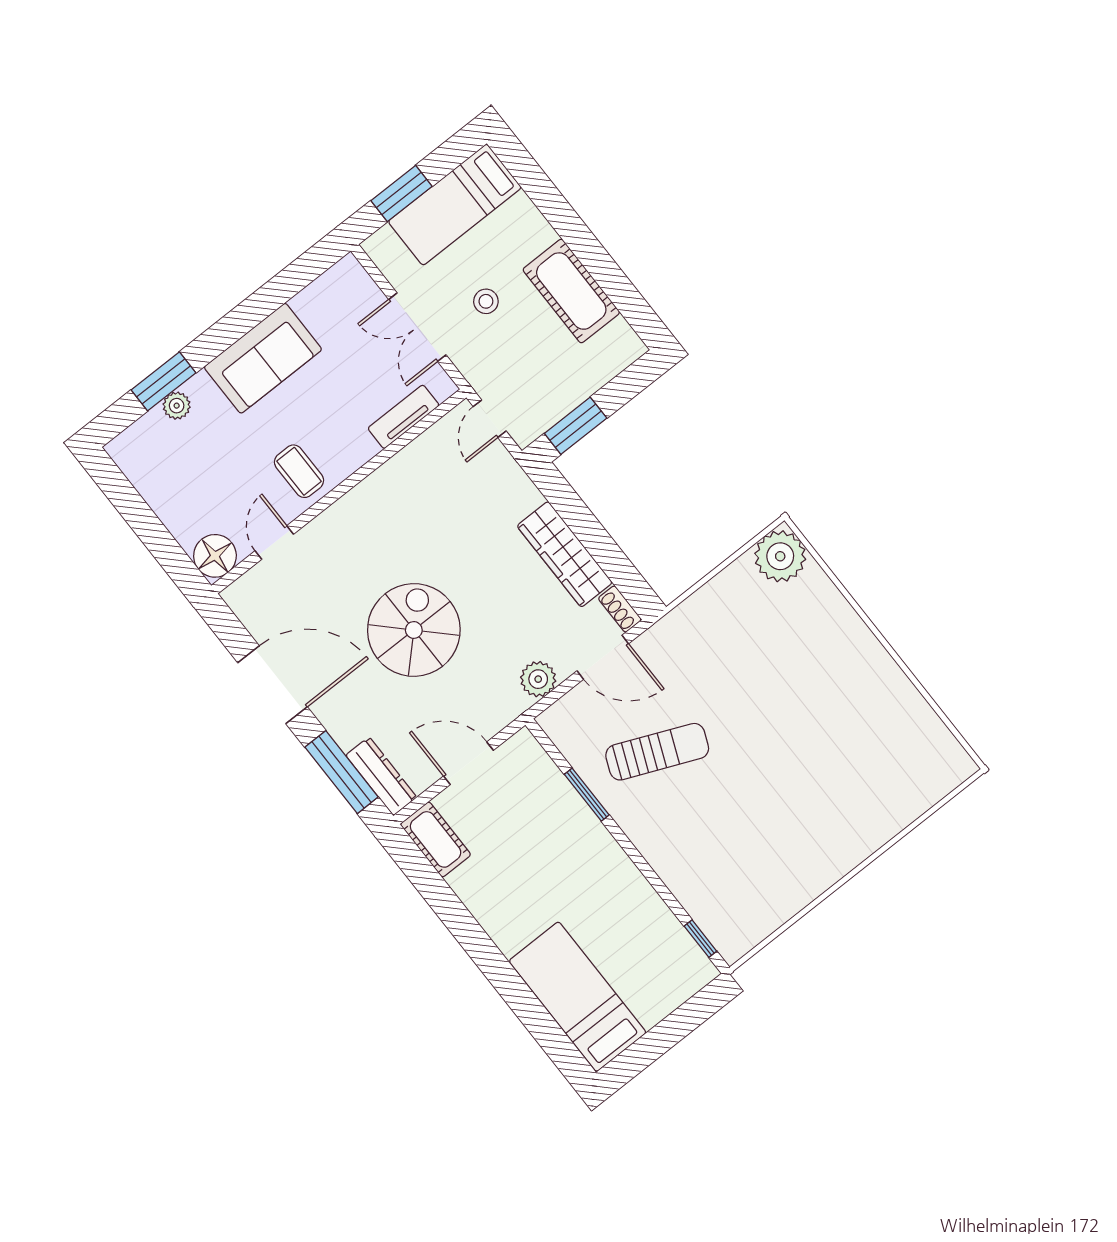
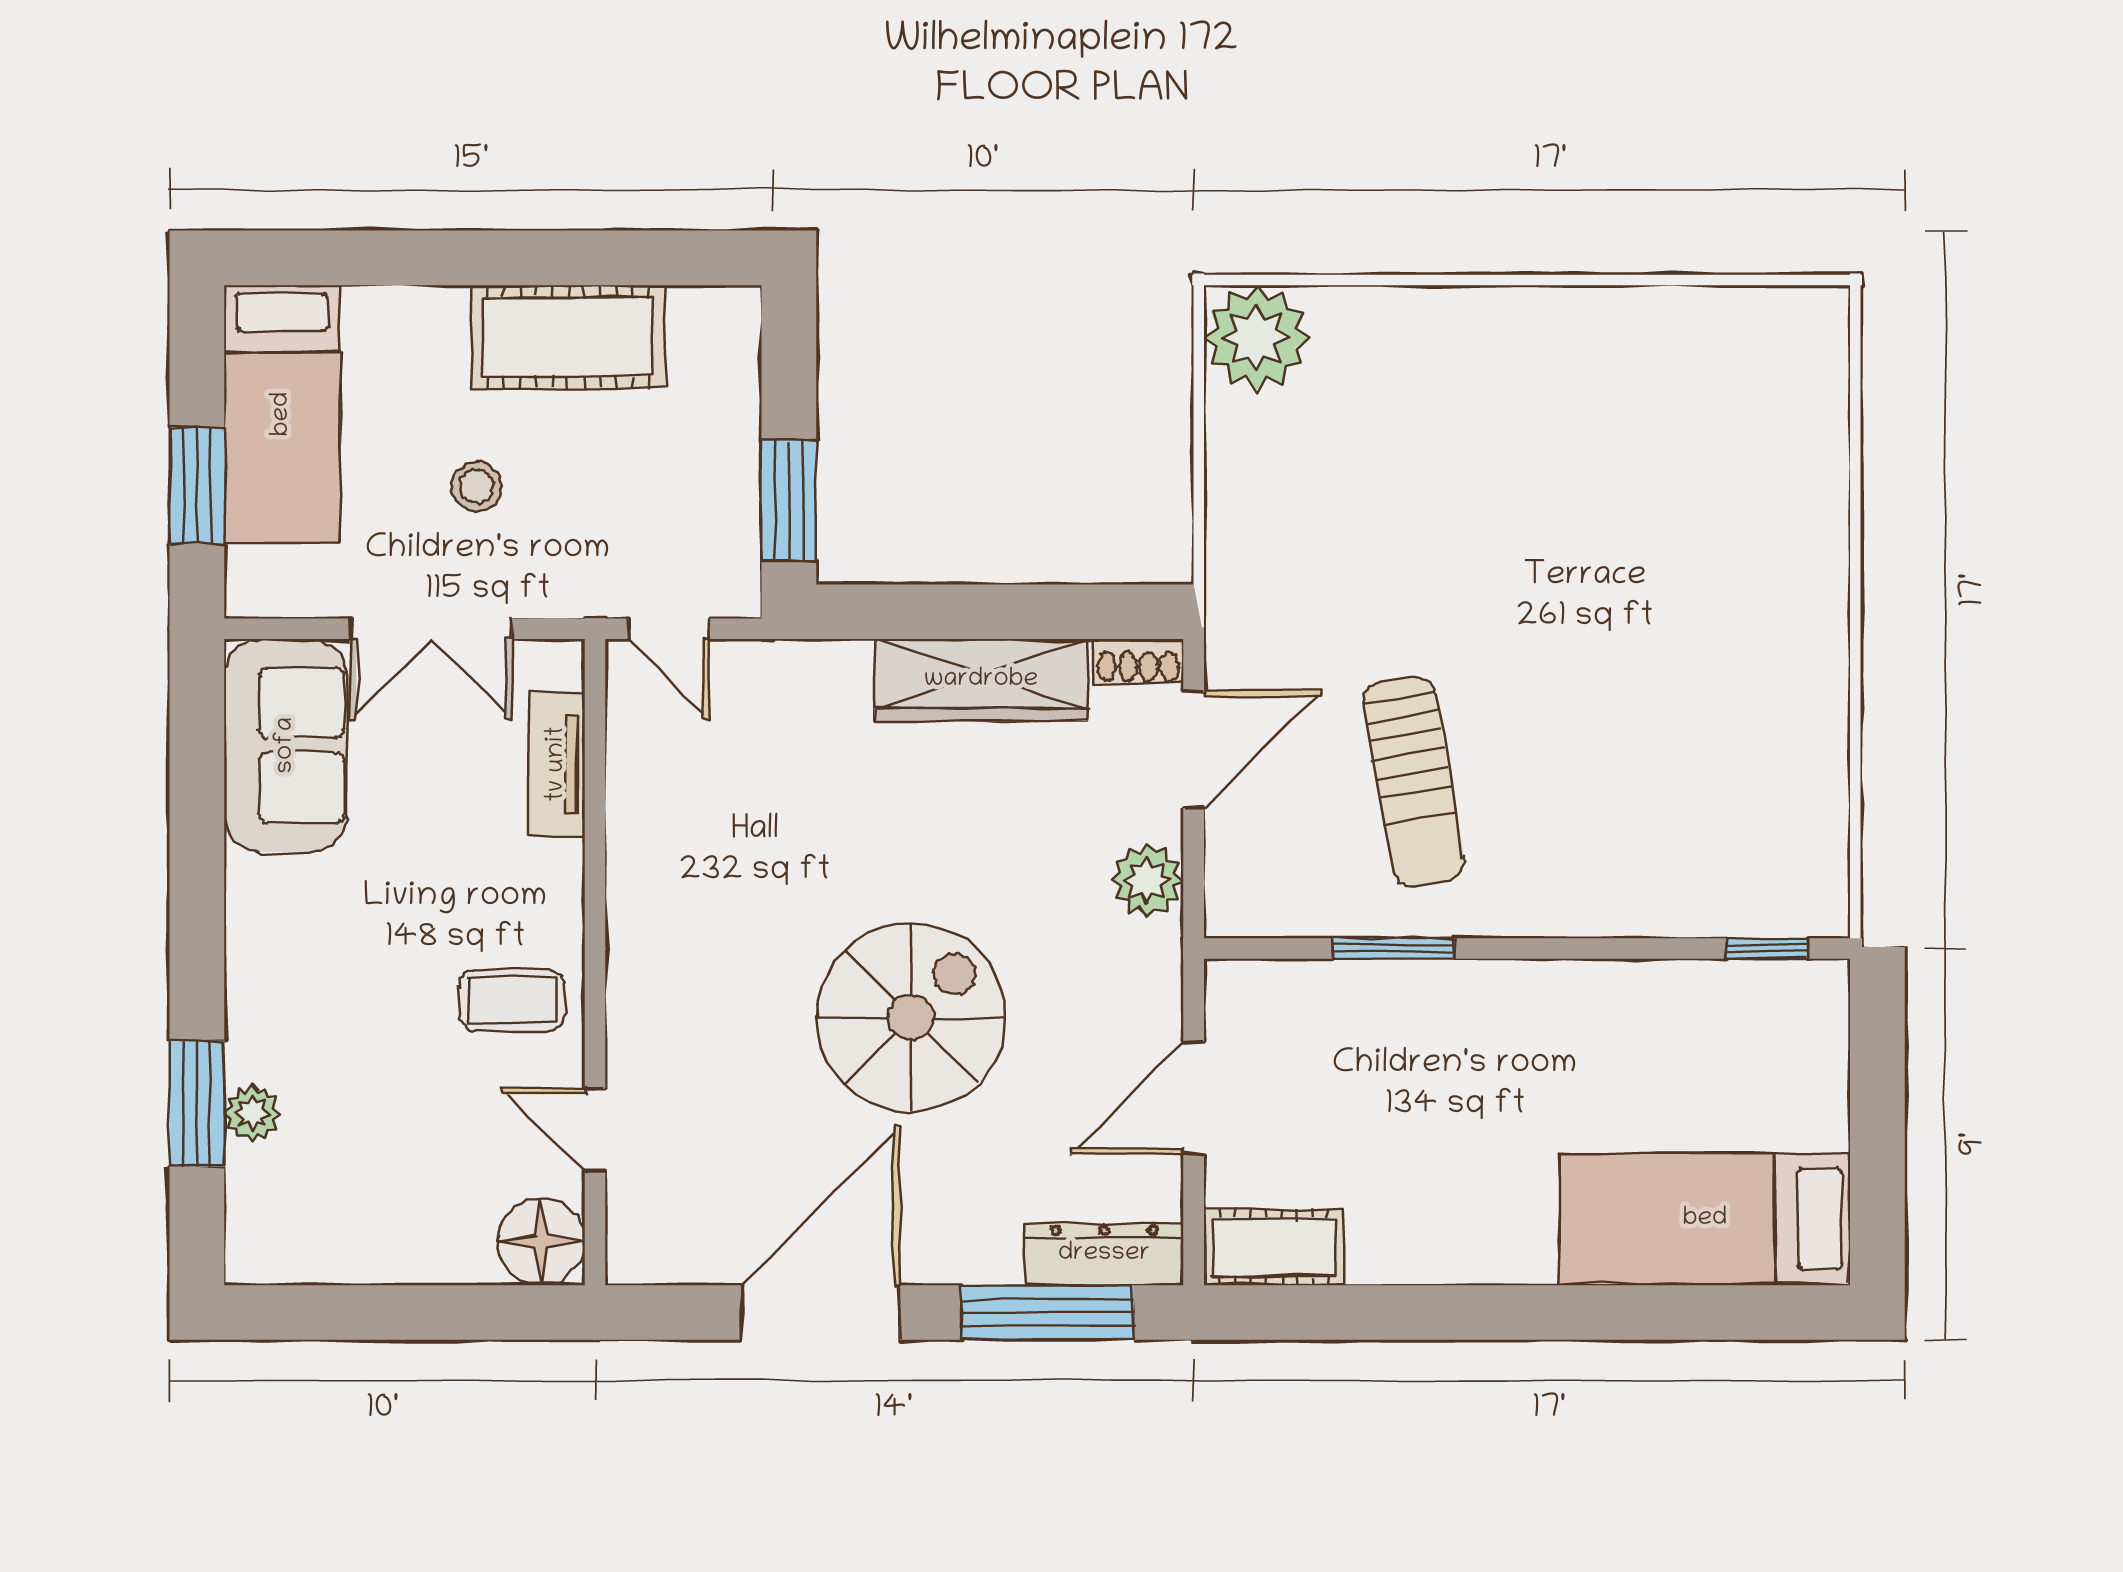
sofa: (263, 358) -> (286, 745), moved
spiral stairs: (414, 630) -> (911, 1017), turned 90
sun lounger: (657, 752) -> (1414, 782), turned 147

